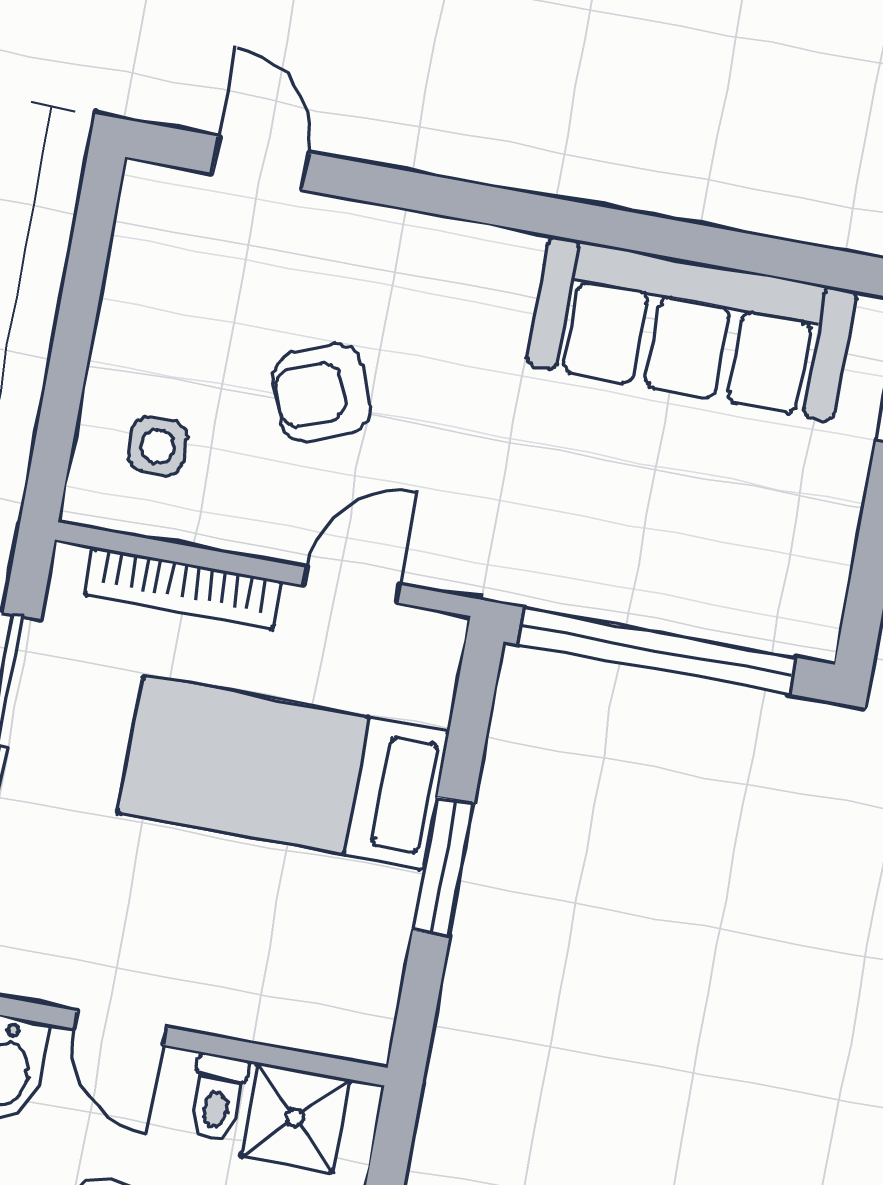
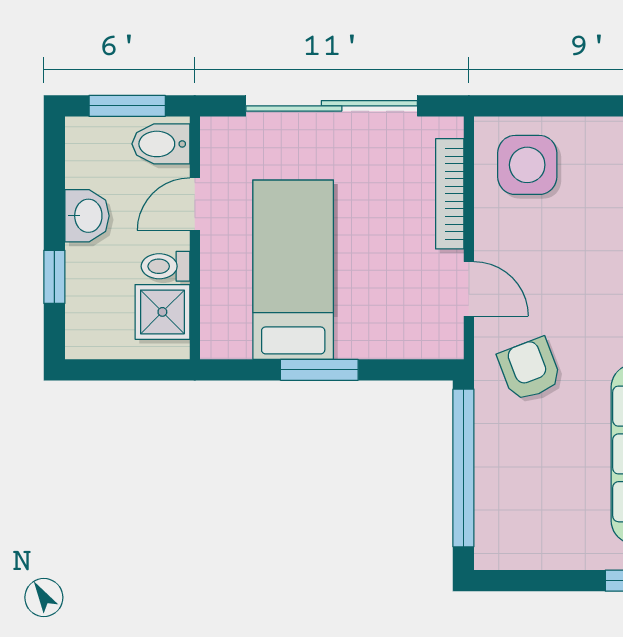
armchair: (321, 393) -> (530, 369), moved
side table: (158, 446) -> (527, 165), width x1.87, depth x1.87
bed: (283, 772) -> (293, 270), moved

